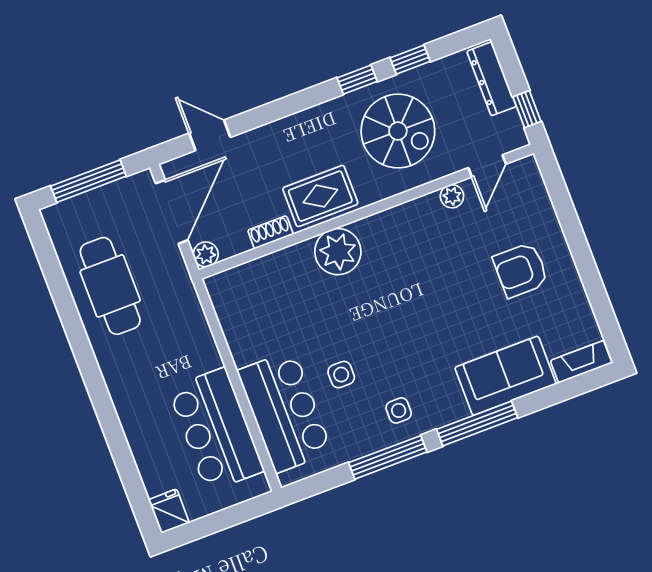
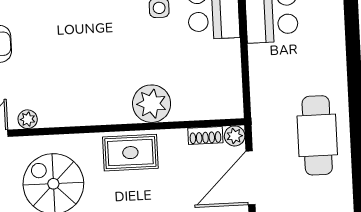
shoe rack: (271, 232) -> (205, 135), moved
plant: (338, 252) -> (152, 104), moved

